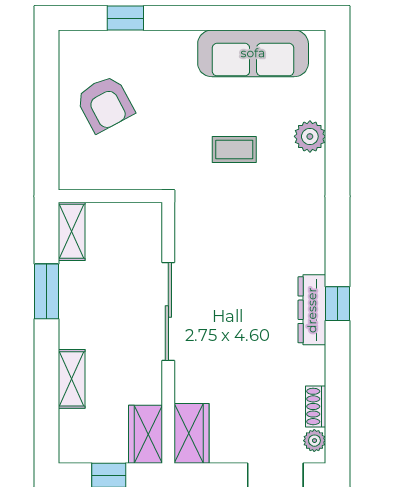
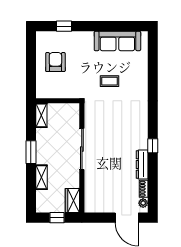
armchair: (105, 104) -> (55, 62), turned -152
plant: (310, 136) -> (141, 76), removed
window: (47, 291) -> (31, 152), moved
dresser: (312, 310) -> (142, 165), moved
wardrobe: (192, 433) -> (92, 200), removed

